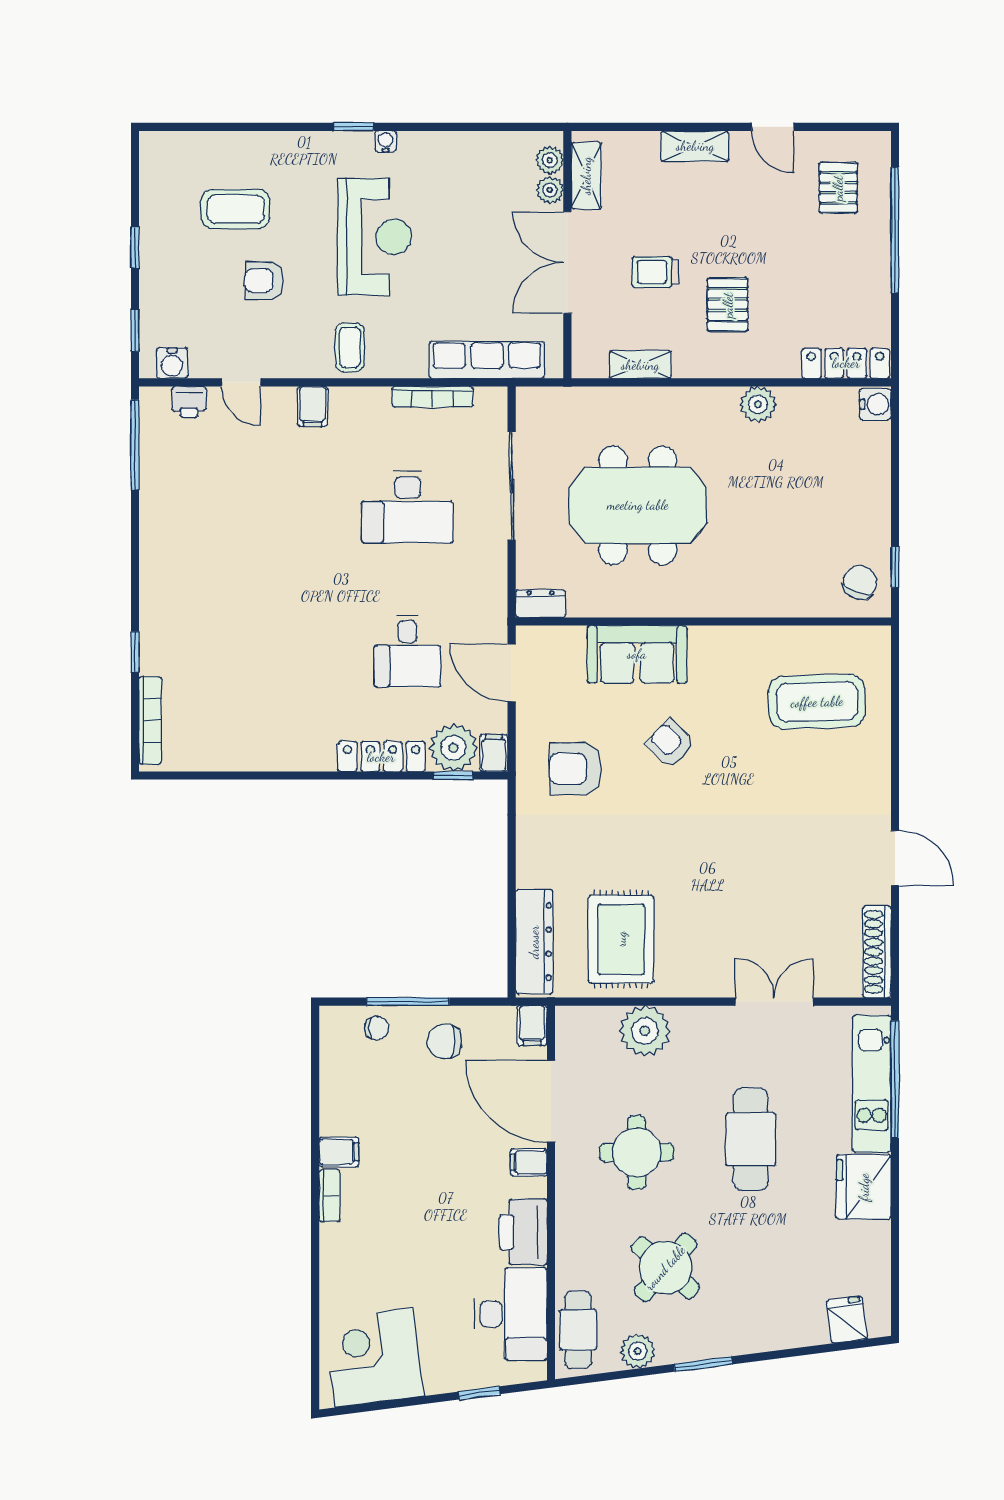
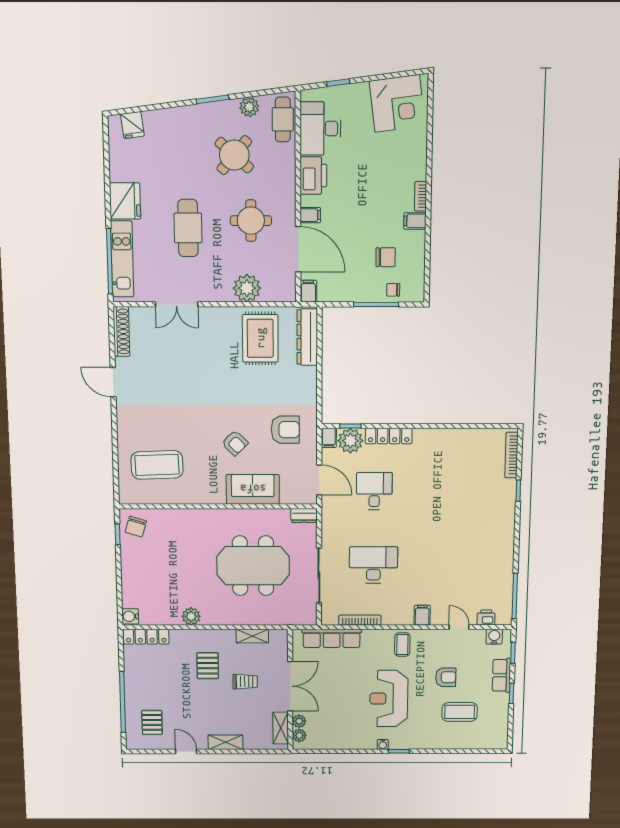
row of seats: (156, 284) -> (501, 675), added
chair: (444, 1041) -> (386, 257), moved

